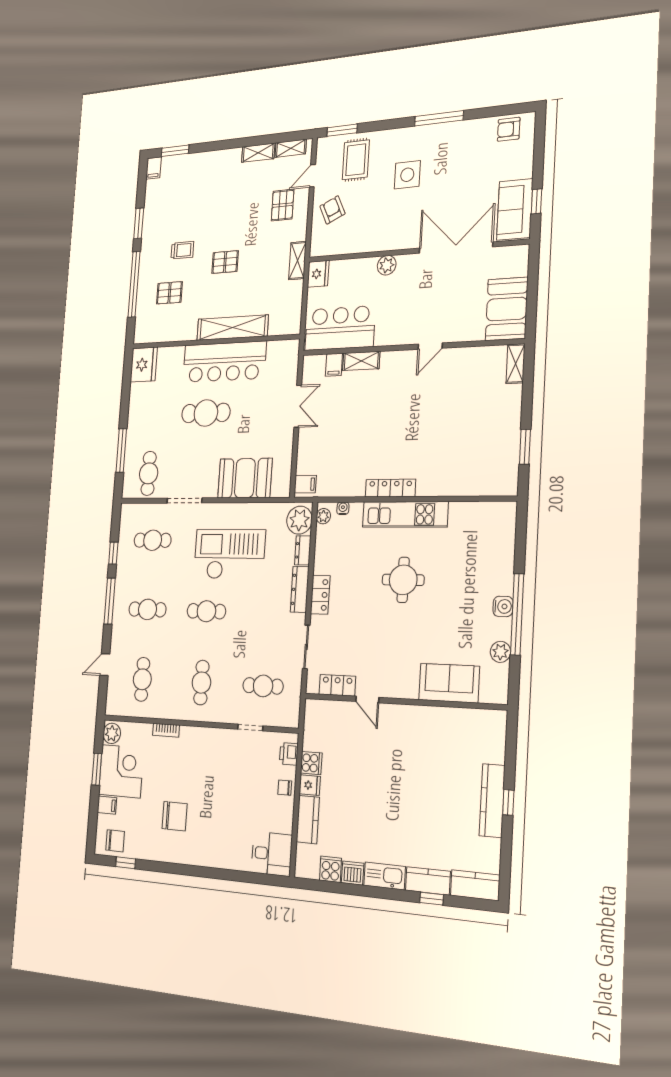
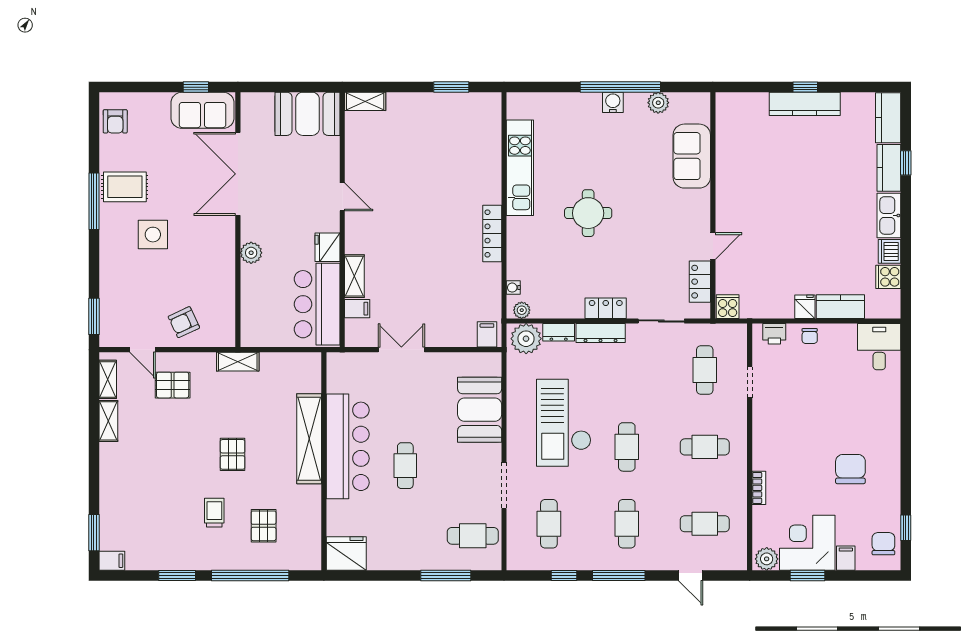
rug: (356, 160) -> (125, 187), moved
fridge: (318, 274) -> (327, 247), moved, turned -90
cafe table: (206, 413) -> (405, 466), width x0.73, depth x0.74
kitchen unit: (405, 514) -> (520, 168), moved
cooker: (311, 763) -> (728, 307), moved

